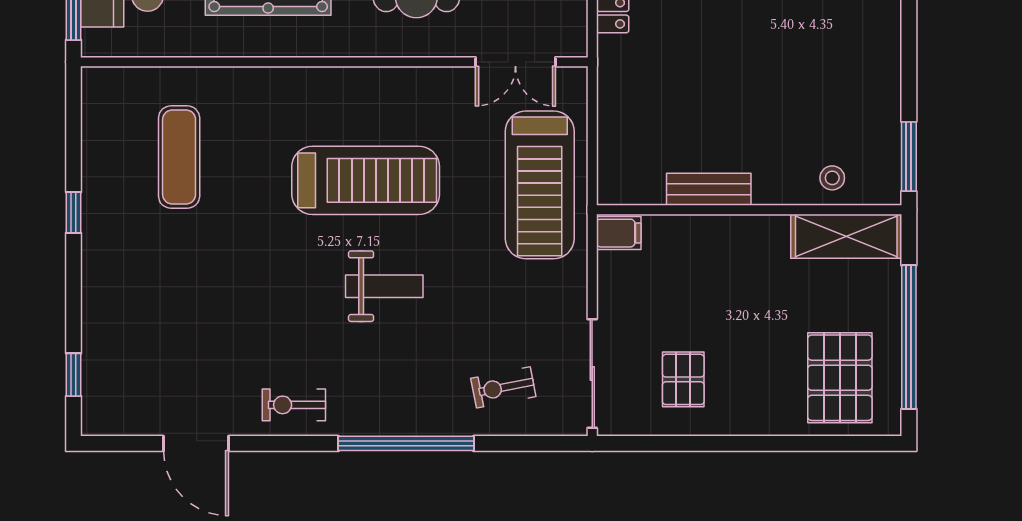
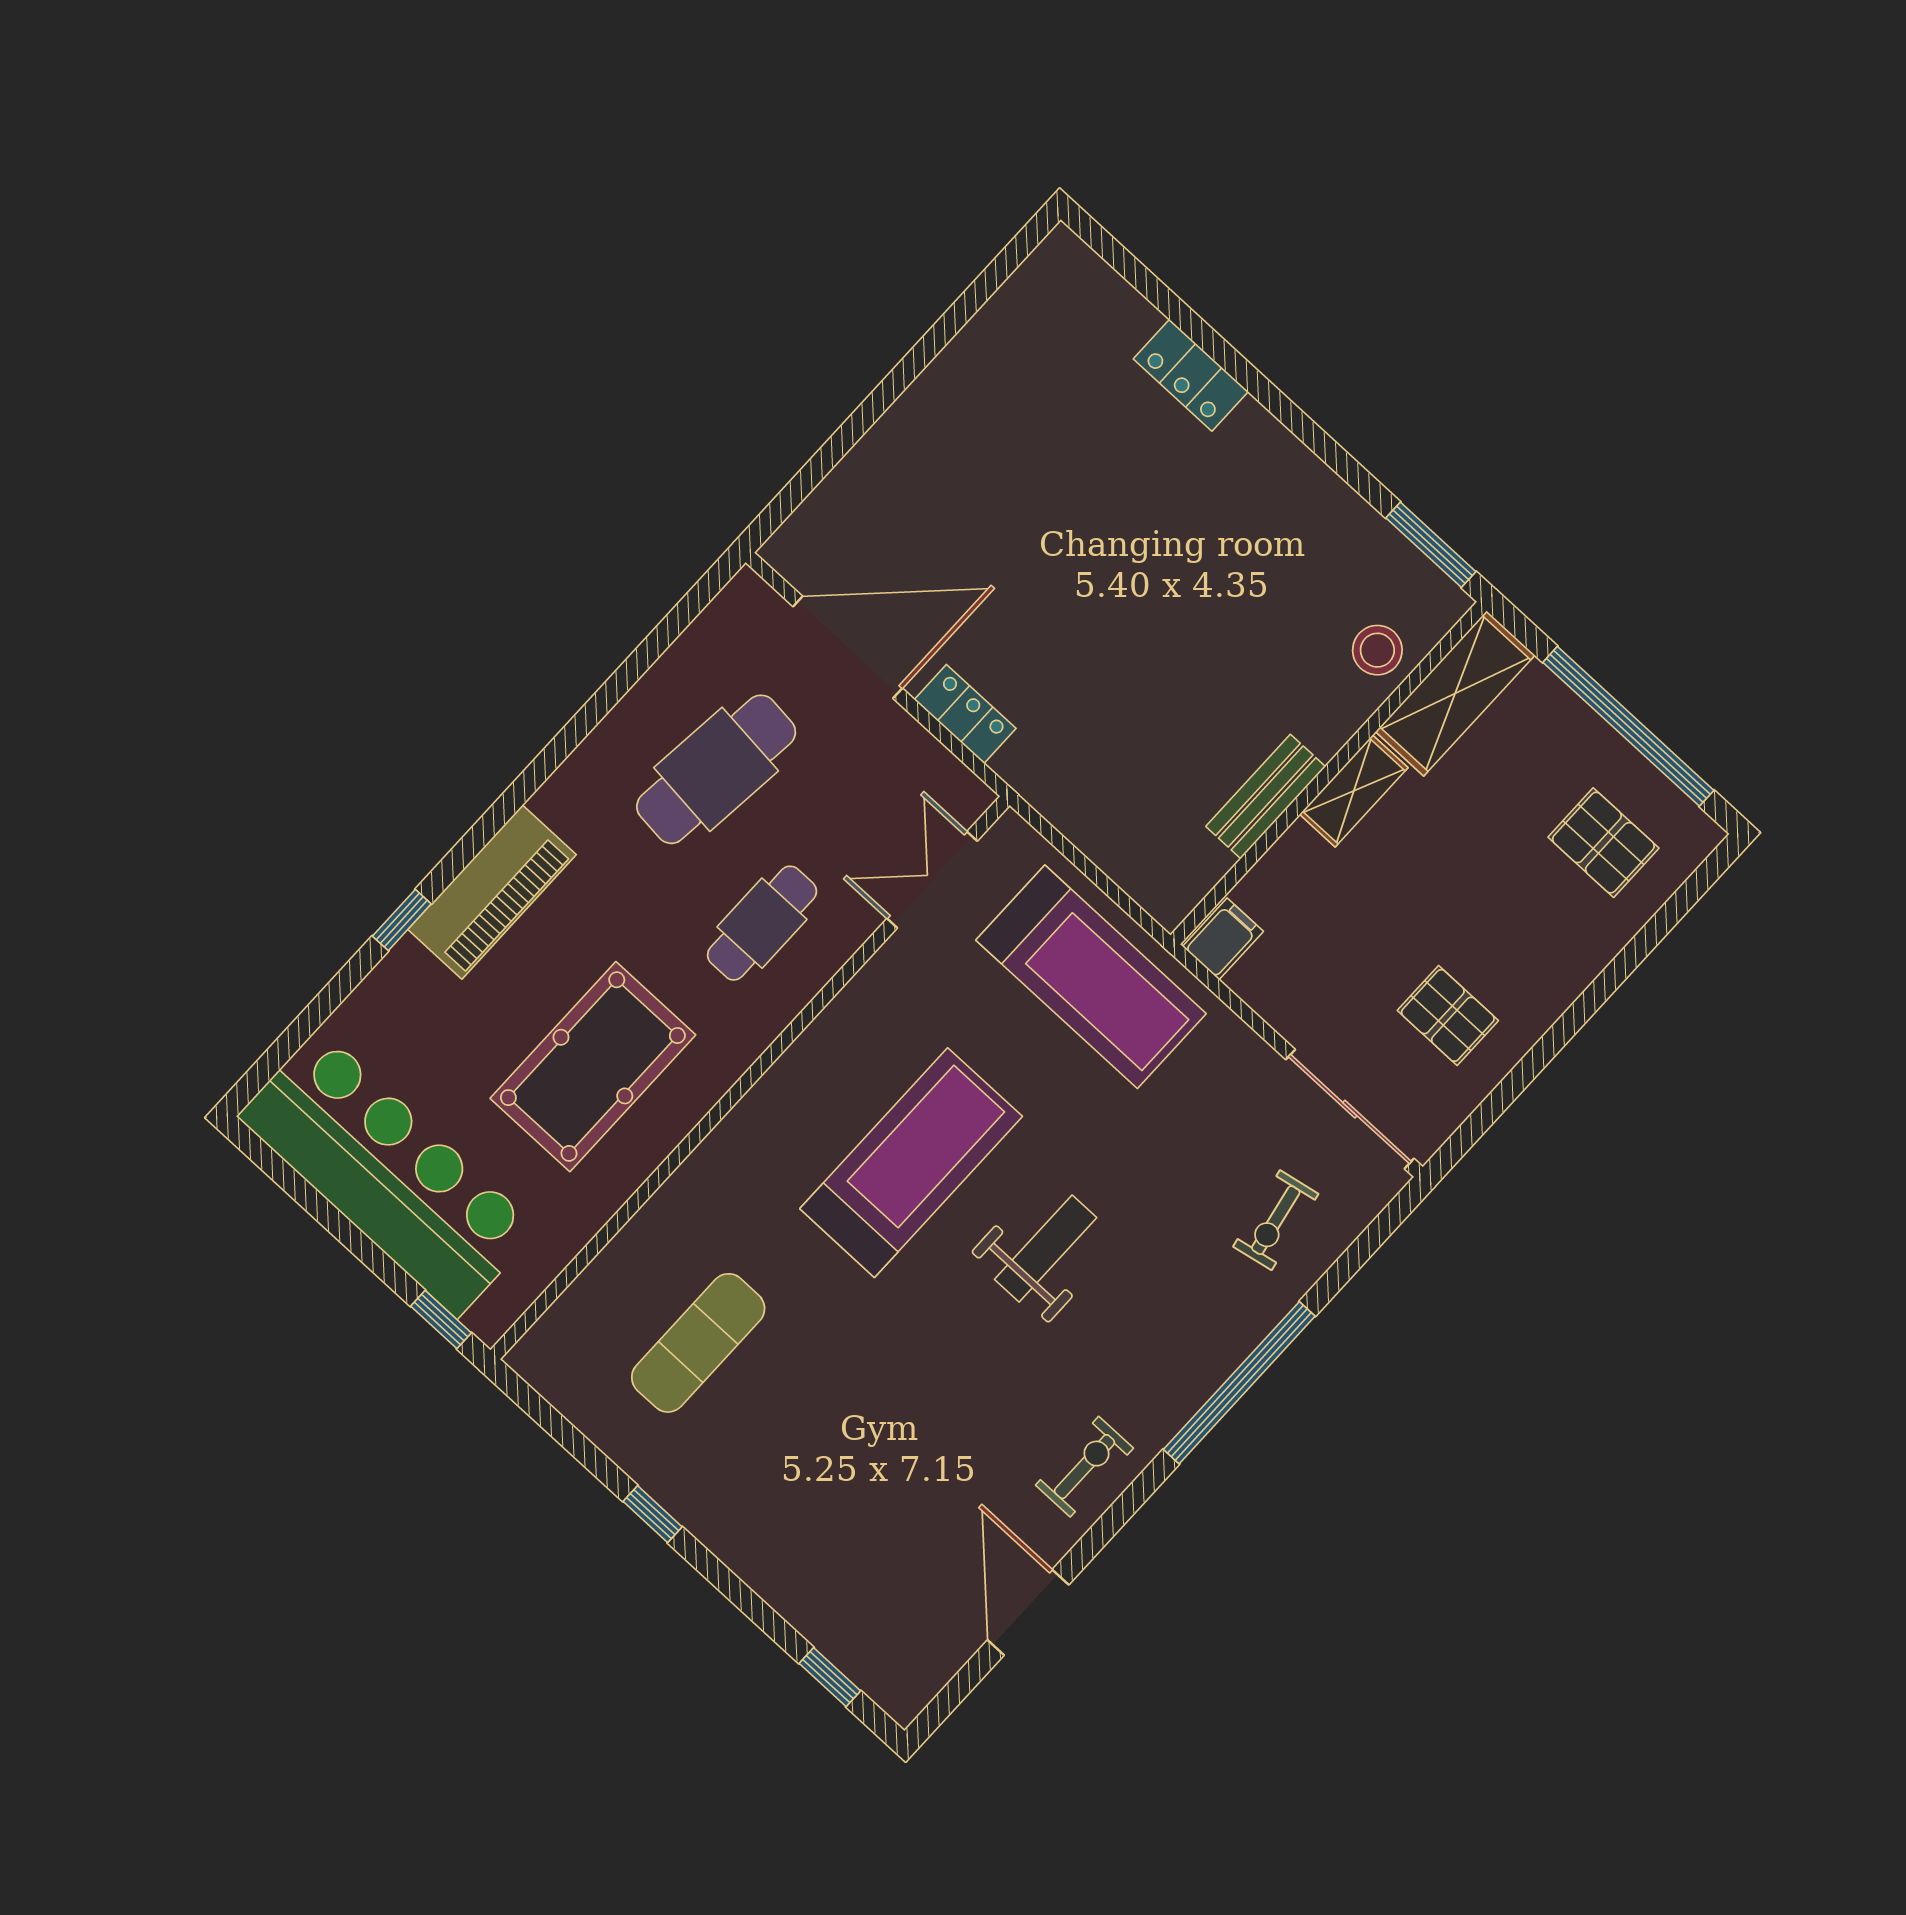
double door: (515, 62) -> (932, 880), swing flipped
exercise mat: (179, 157) -> (698, 1343), turned 90
stool: (832, 178) -> (1377, 650), width x1.37, depth x1.37
shelving: (752, 230) -> (1354, 791), added
pallet: (840, 378) -> (1603, 843), width x0.67, depth x0.71
exercise bike: (294, 405) -> (1084, 1467), turned 180
door: (196, 443) -> (1028, 1612), swing flipped

